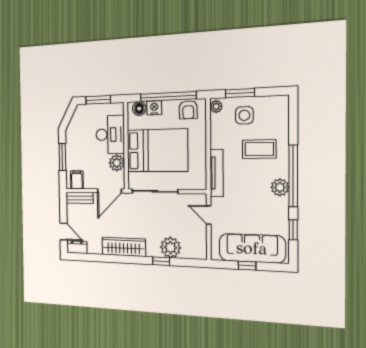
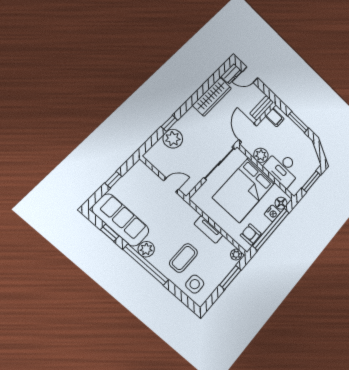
side table: (244, 115) -> (195, 284), moved
tv unit: (217, 173) -> (209, 229), moved, width x0.71
wardrobe: (124, 247) -> (212, 97), moved
sofa: (252, 248) -> (121, 220), moved, turned -90

